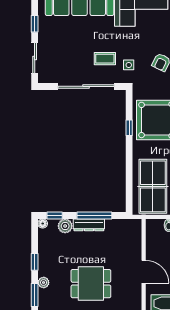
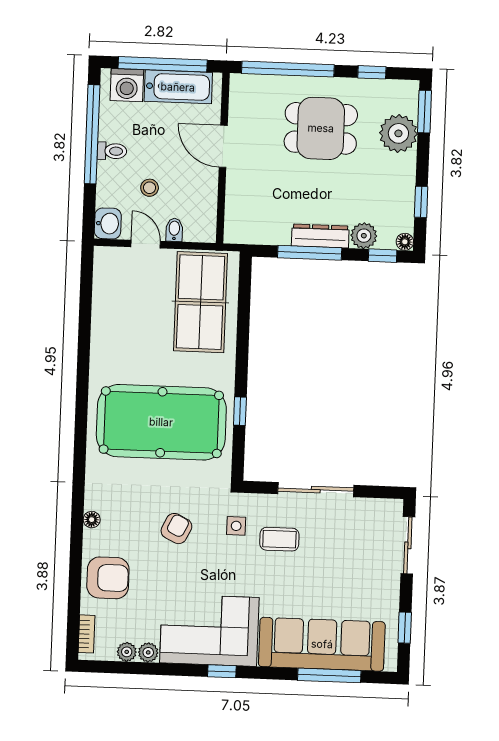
window: (35, 24) -> (405, 628), moved
sliding door: (86, 86) -> (316, 490), width x0.73
window: (35, 262) -> (421, 202), moved
plant: (44, 283) -> (398, 133), width x1.88, depth x1.88

